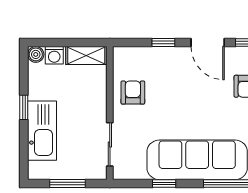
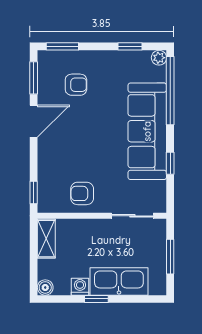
window: (163, 43) -> (34, 193), moved
washing machine: (54, 55) -> (80, 287), moved, turned -90

